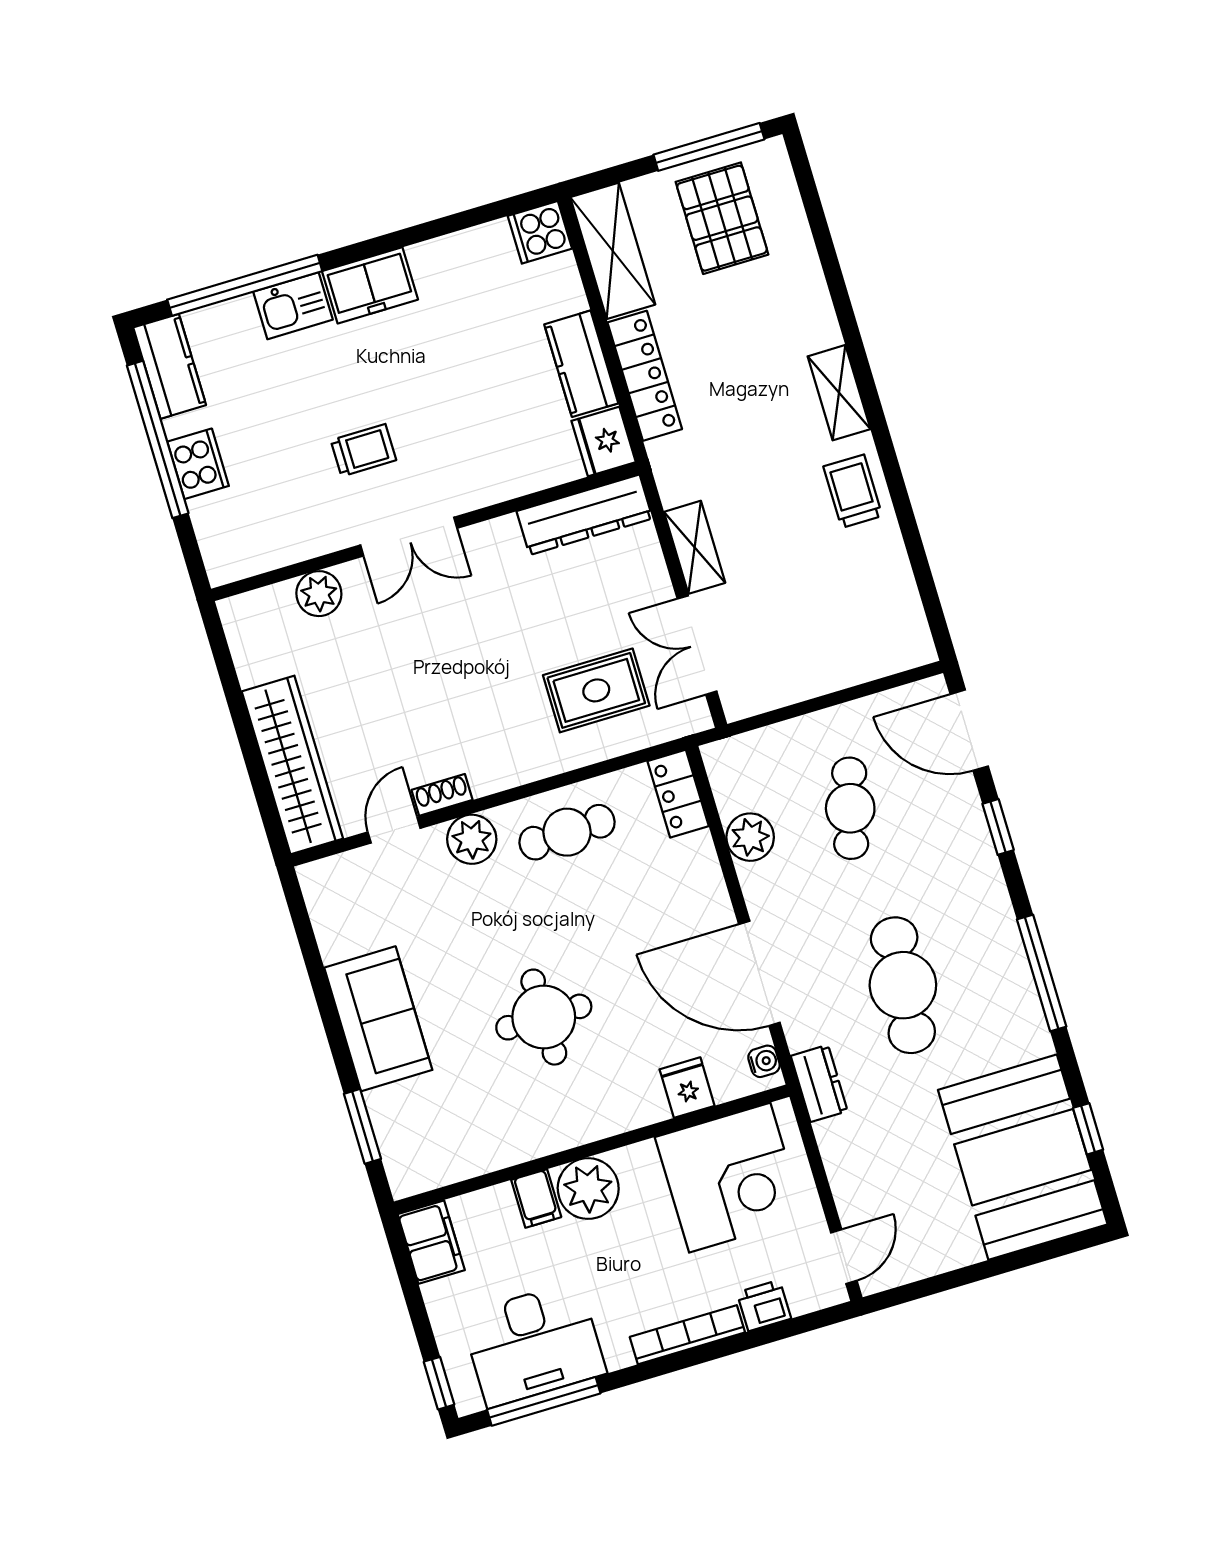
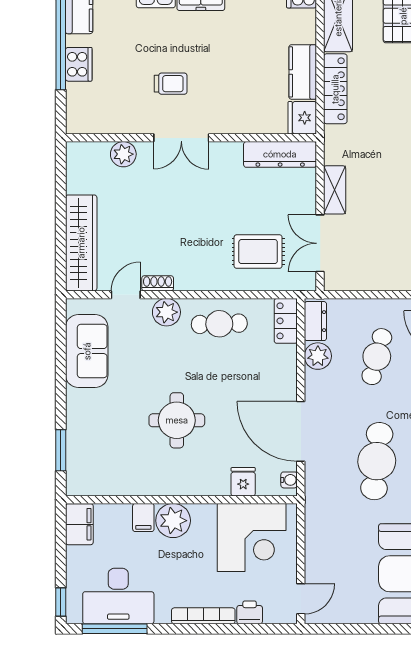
sofa: (378, 1019) -> (87, 351), moved
dresser: (819, 1083) -> (315, 321), moved

